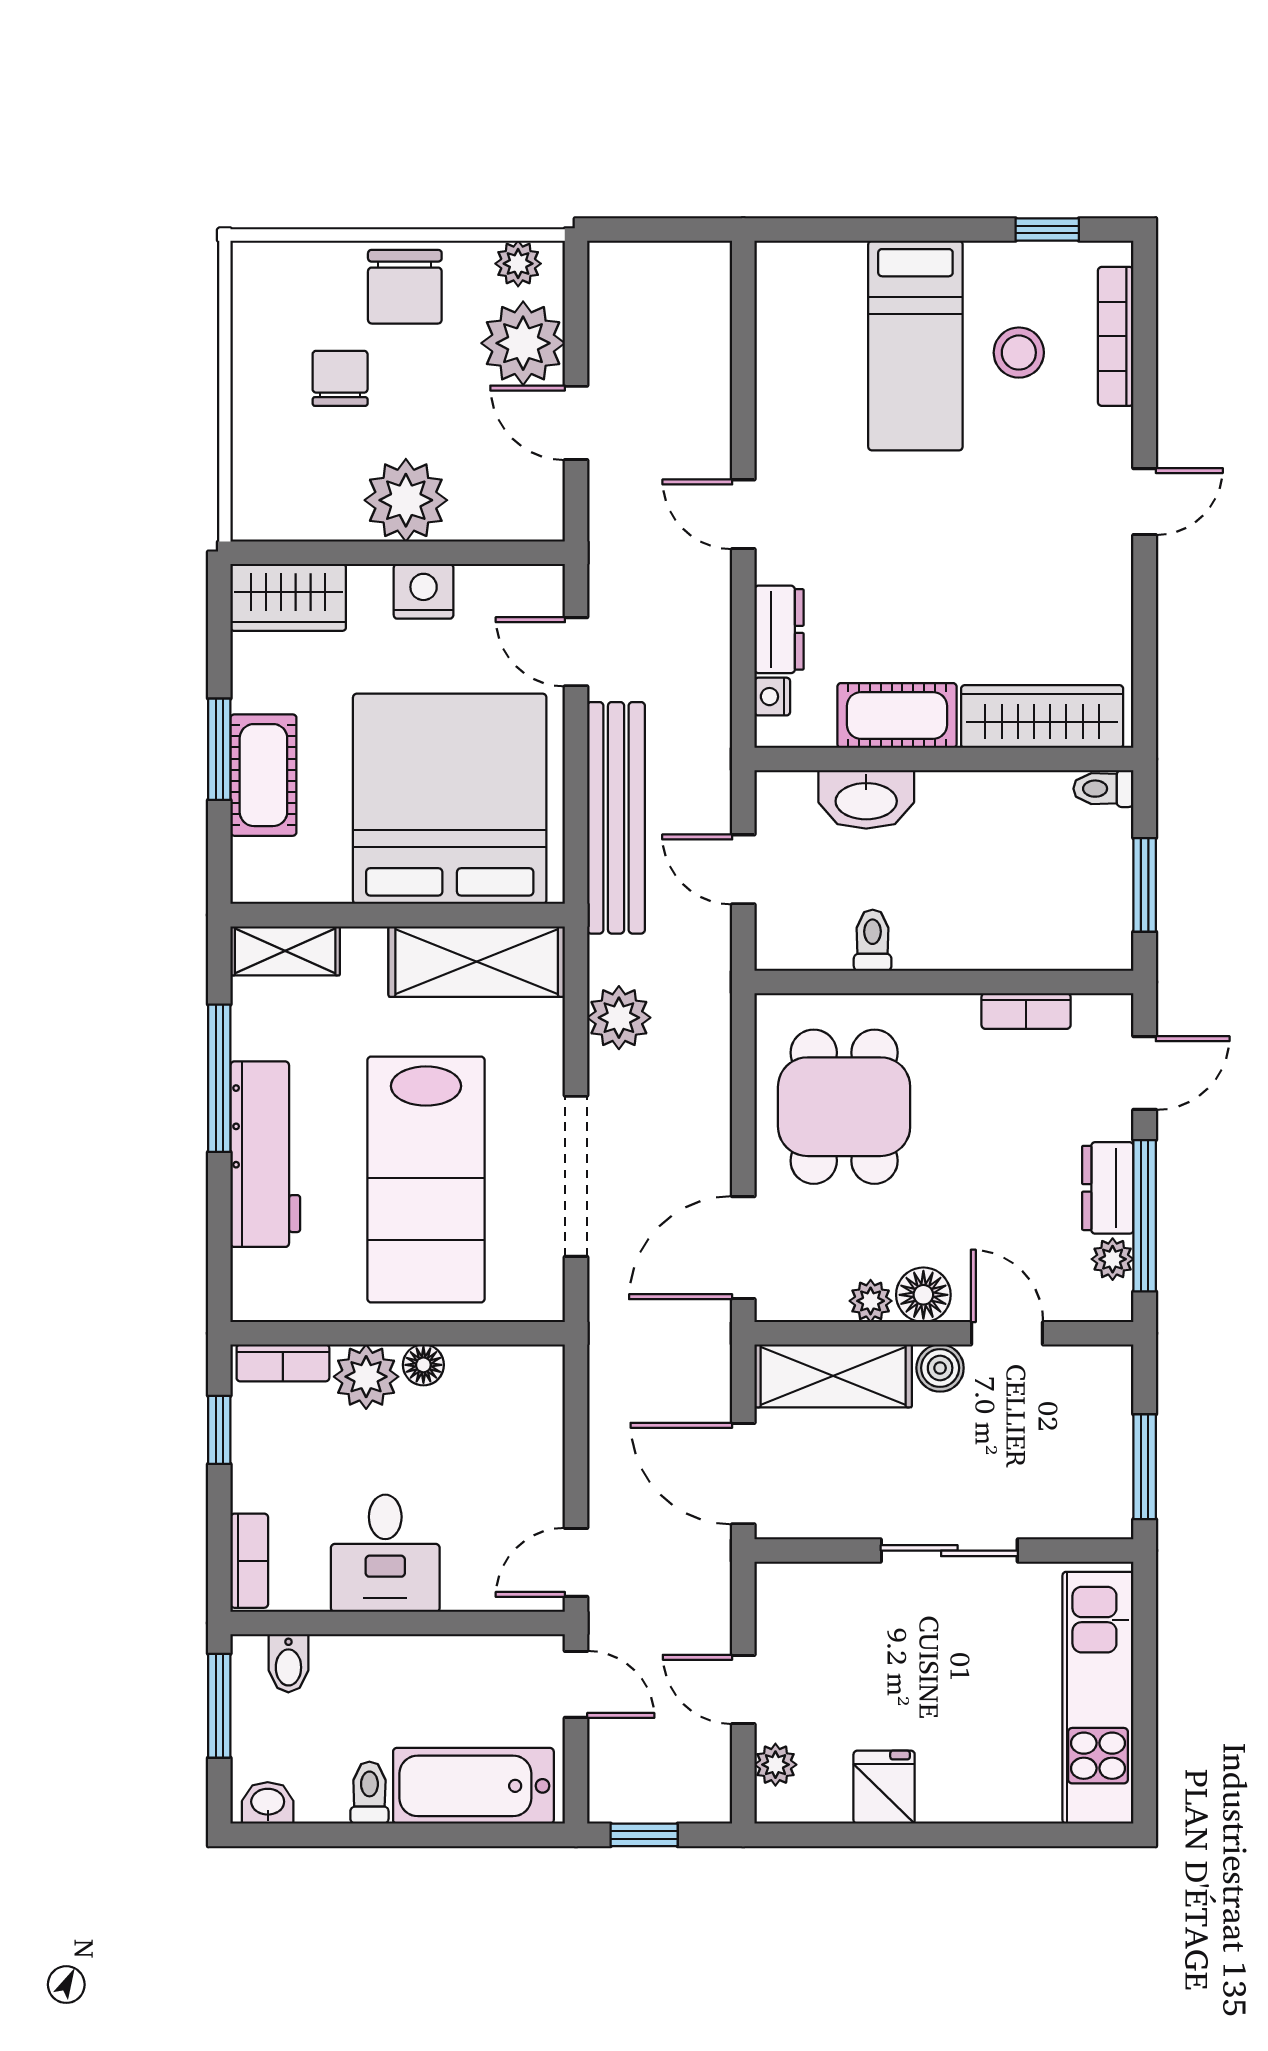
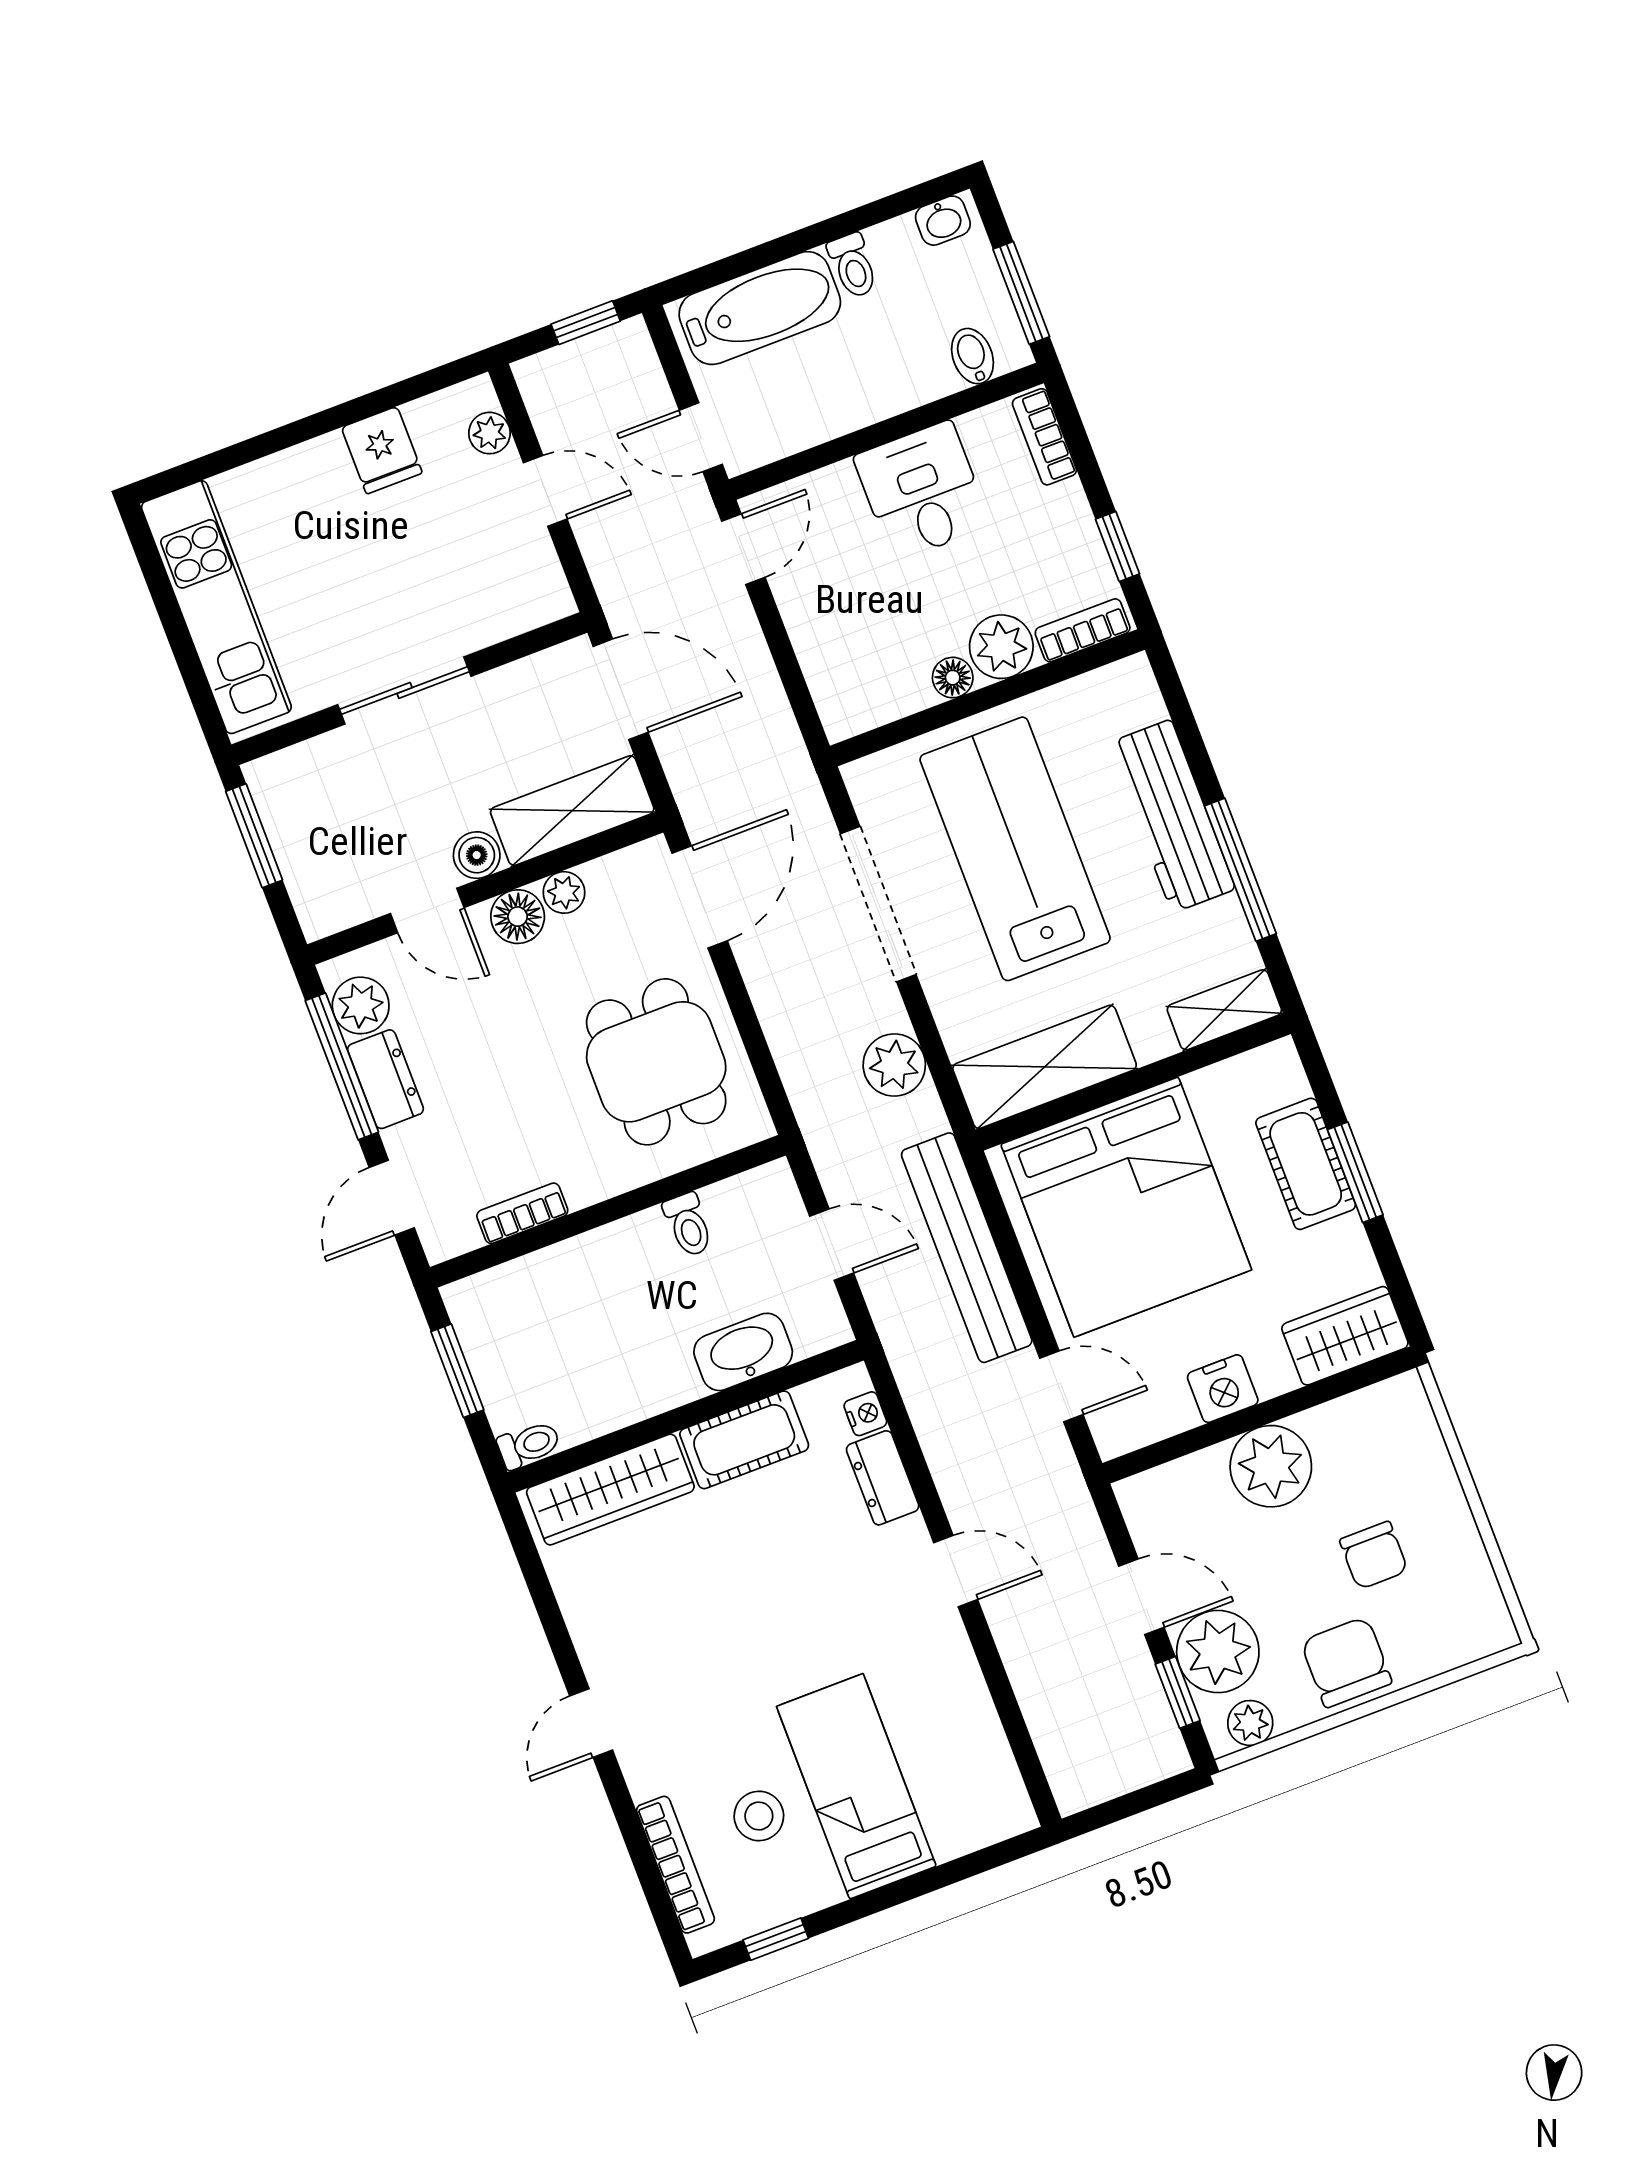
window: (576, 319) -> (1178, 1692), added
plant: (1113, 1259) -> (361, 1005), width x1.38, depth x1.38

